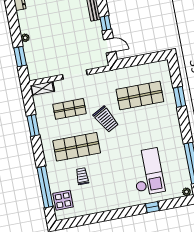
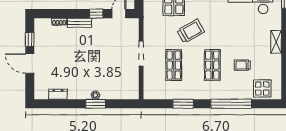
window: (20, 57) -> (96, 104), moved
shelving: (42, 88) -> (276, 42), moved
shop shelf: (77, 147) -> (212, 65), width x0.70, depth x0.74
window: (45, 187) -> (231, 104), moved

